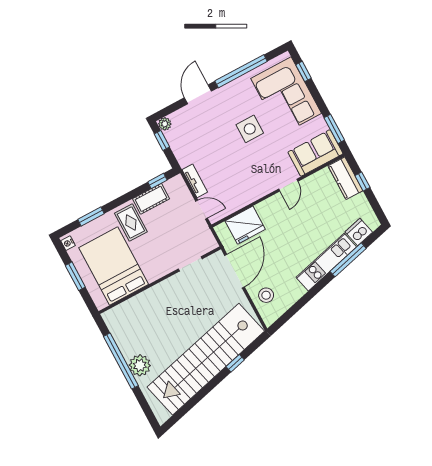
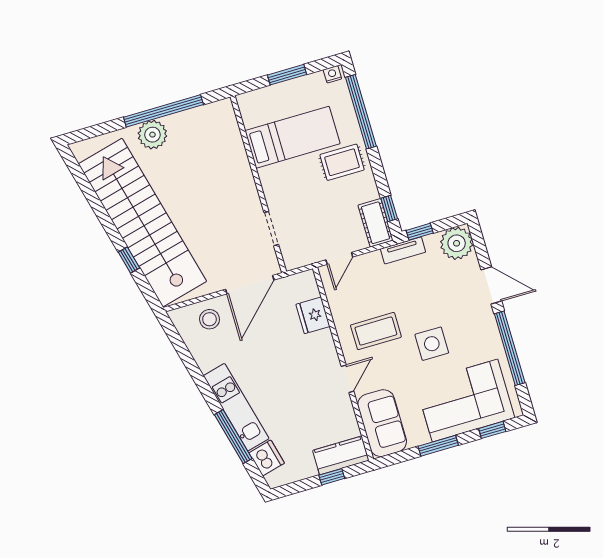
plant: (165, 124) -> (457, 243), width x1.88, depth x1.88
window: (334, 129) -> (438, 446), moved
window: (162, 140) -> (420, 232), moved
coffee table: (249, 172) -> (376, 331), added
tv unit: (195, 181) -> (403, 250), moved
door: (288, 185) -> (348, 379), swing flipped
cot: (151, 199) -> (376, 223), moved
window: (91, 216) -> (361, 112), width x2.11
fridge: (245, 225) -> (313, 315), width x0.73, depth x0.75
bed: (114, 266) -> (293, 137), width x0.67
door: (235, 271) -> (250, 285), hinge flipped

